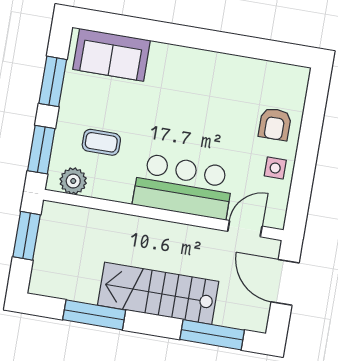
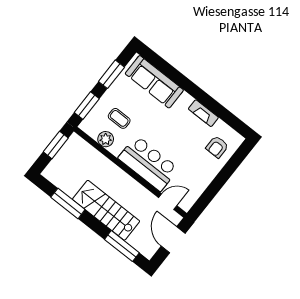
sofa: (112, 55) -> (154, 82), width x1.36
fireplace: (225, 64) -> (203, 113), added
armchair: (275, 124) -> (217, 147), moved
side table: (275, 168) -> (200, 179), removed
plant: (73, 181) -> (106, 139), moved

